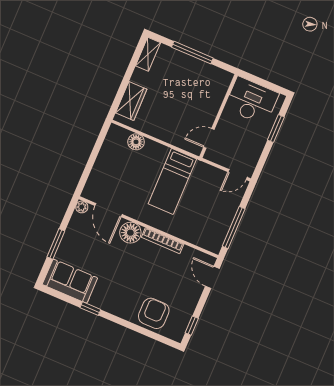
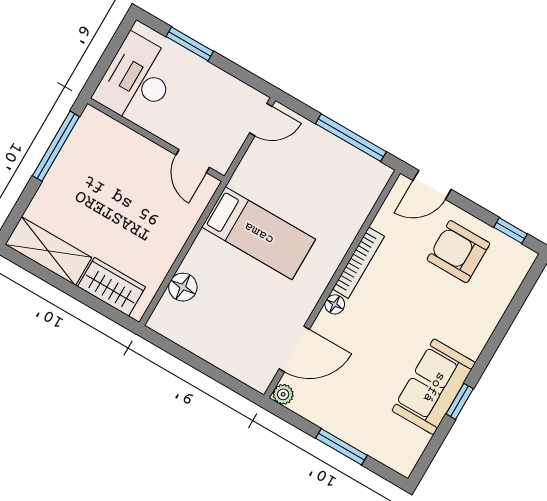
window: (192, 53) -> (56, 146), moved
shelving: (148, 54) -> (48, 251), width x1.50, depth x1.33
door: (238, 175) -> (261, 120), hinge flipped
floor lamp: (130, 233) -> (335, 304), width x0.53, depth x0.53
sofa: (70, 281) -> (434, 387), moved
armchair: (154, 313) -> (458, 252), moved

